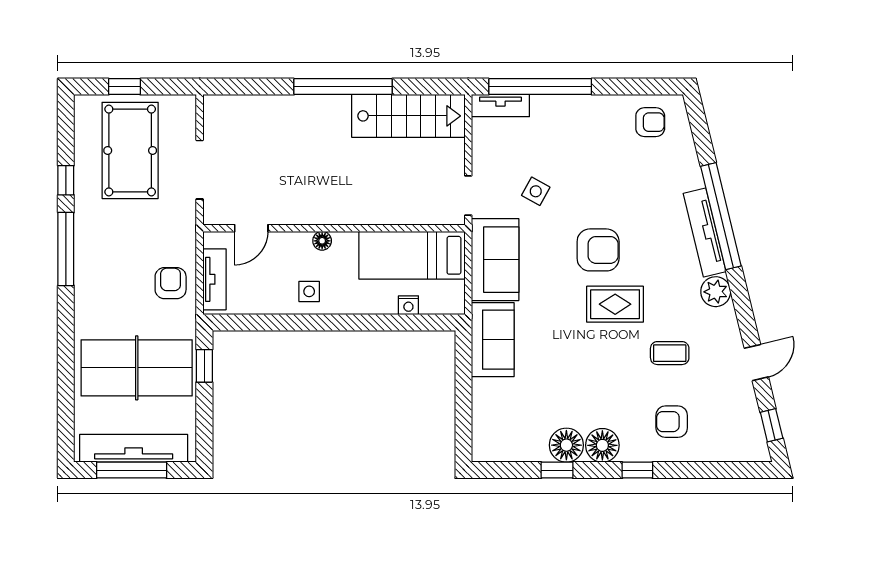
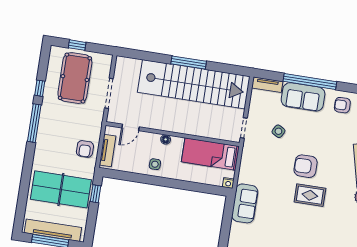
window: (343, 87) -> (189, 62), width x0.68
window: (540, 87) -> (310, 81), moved
stairs: (408, 116) -> (194, 84), width x1.86, depth x1.51
armchair: (650, 122) -> (342, 105), turned 180
armchair: (598, 250) -> (306, 166), turned 180
sofa: (495, 260) -> (303, 97), moved, turned 90
armchair: (171, 283) -> (85, 149), turned 180
nightstand: (408, 305) -> (228, 183), moved
coffee table: (670, 353) -> (334, 224), removed

